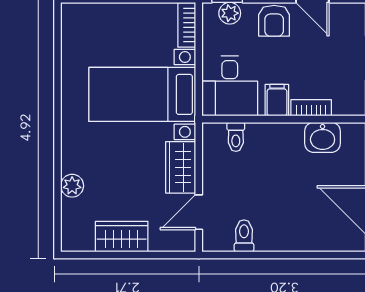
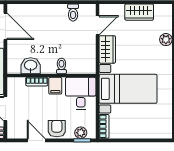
toilet: (236, 137) -> (61, 66), moved

